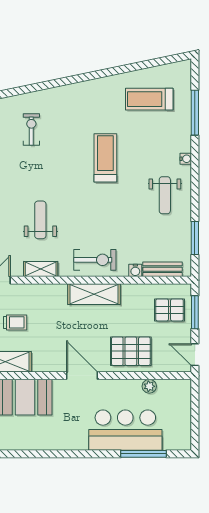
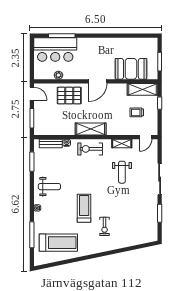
treadmill: (149, 99) -> (58, 243), width x1.37, depth x1.38
exercise bike: (31, 130) -> (105, 226), moved
treadmill: (105, 158) -> (84, 208), turned 180
weight bench: (165, 195) -> (49, 187), turned 90
pallet: (170, 310) -> (47, 120), removed
door: (82, 376) -> (98, 81), hinge flipped
bar counter: (125, 430) -> (55, 50), moved

